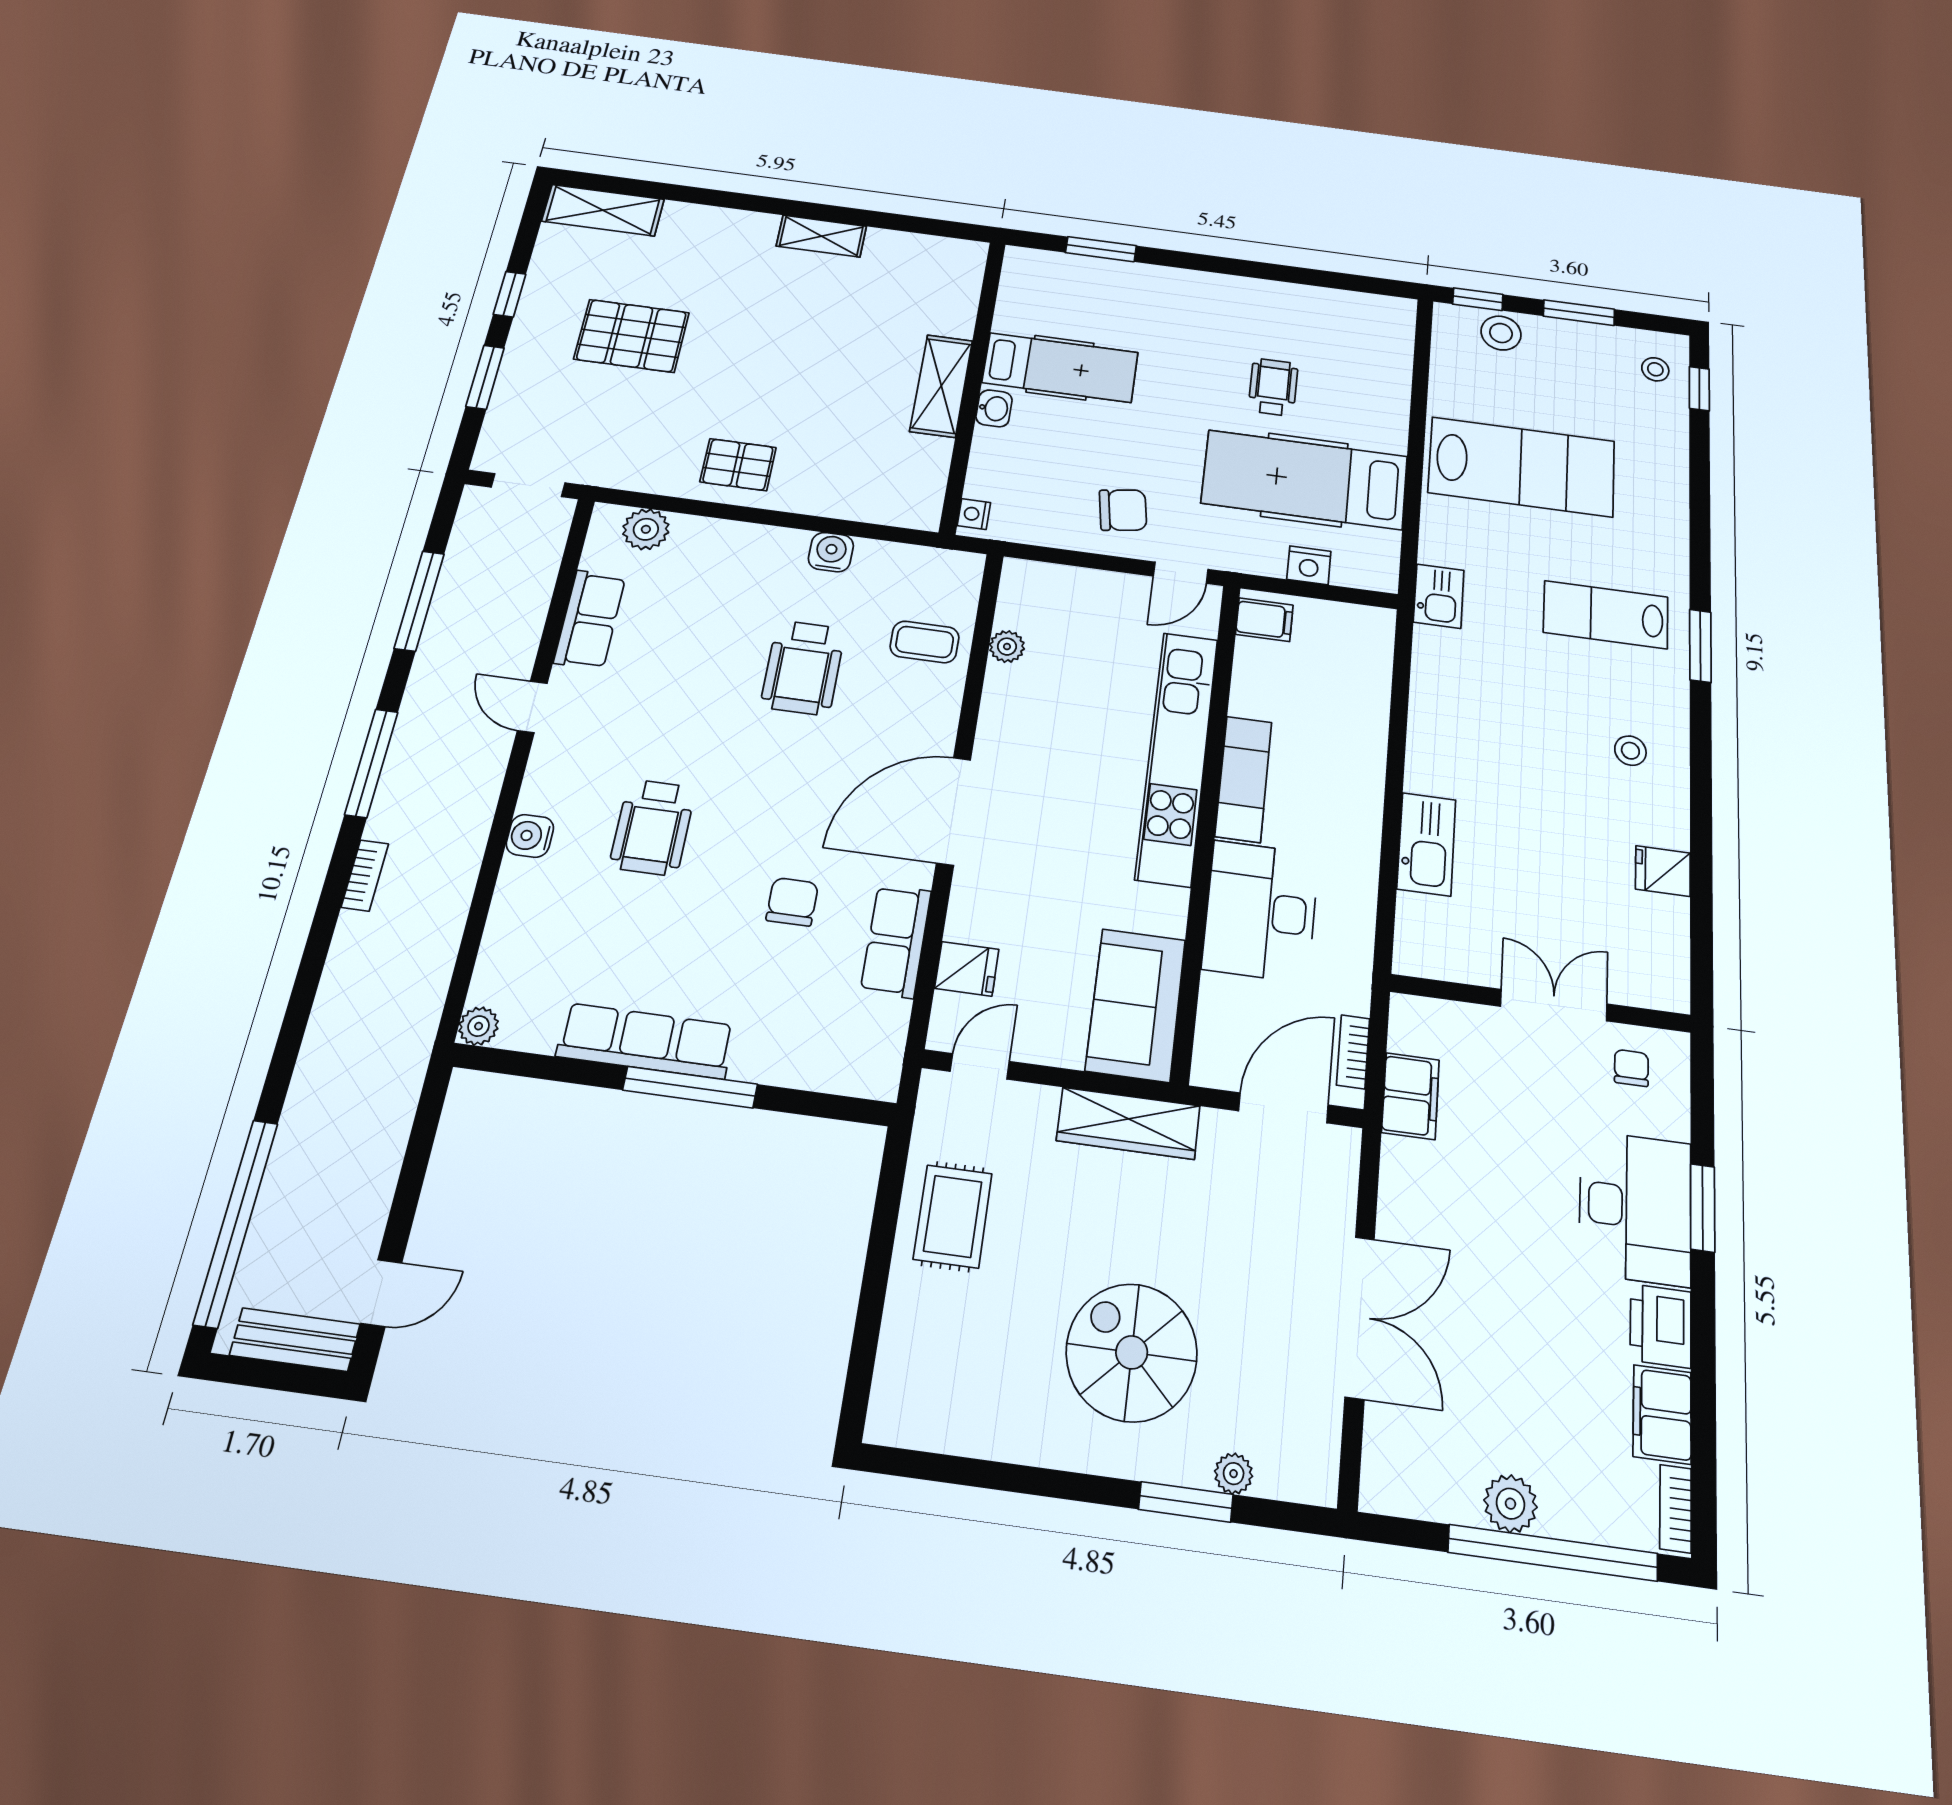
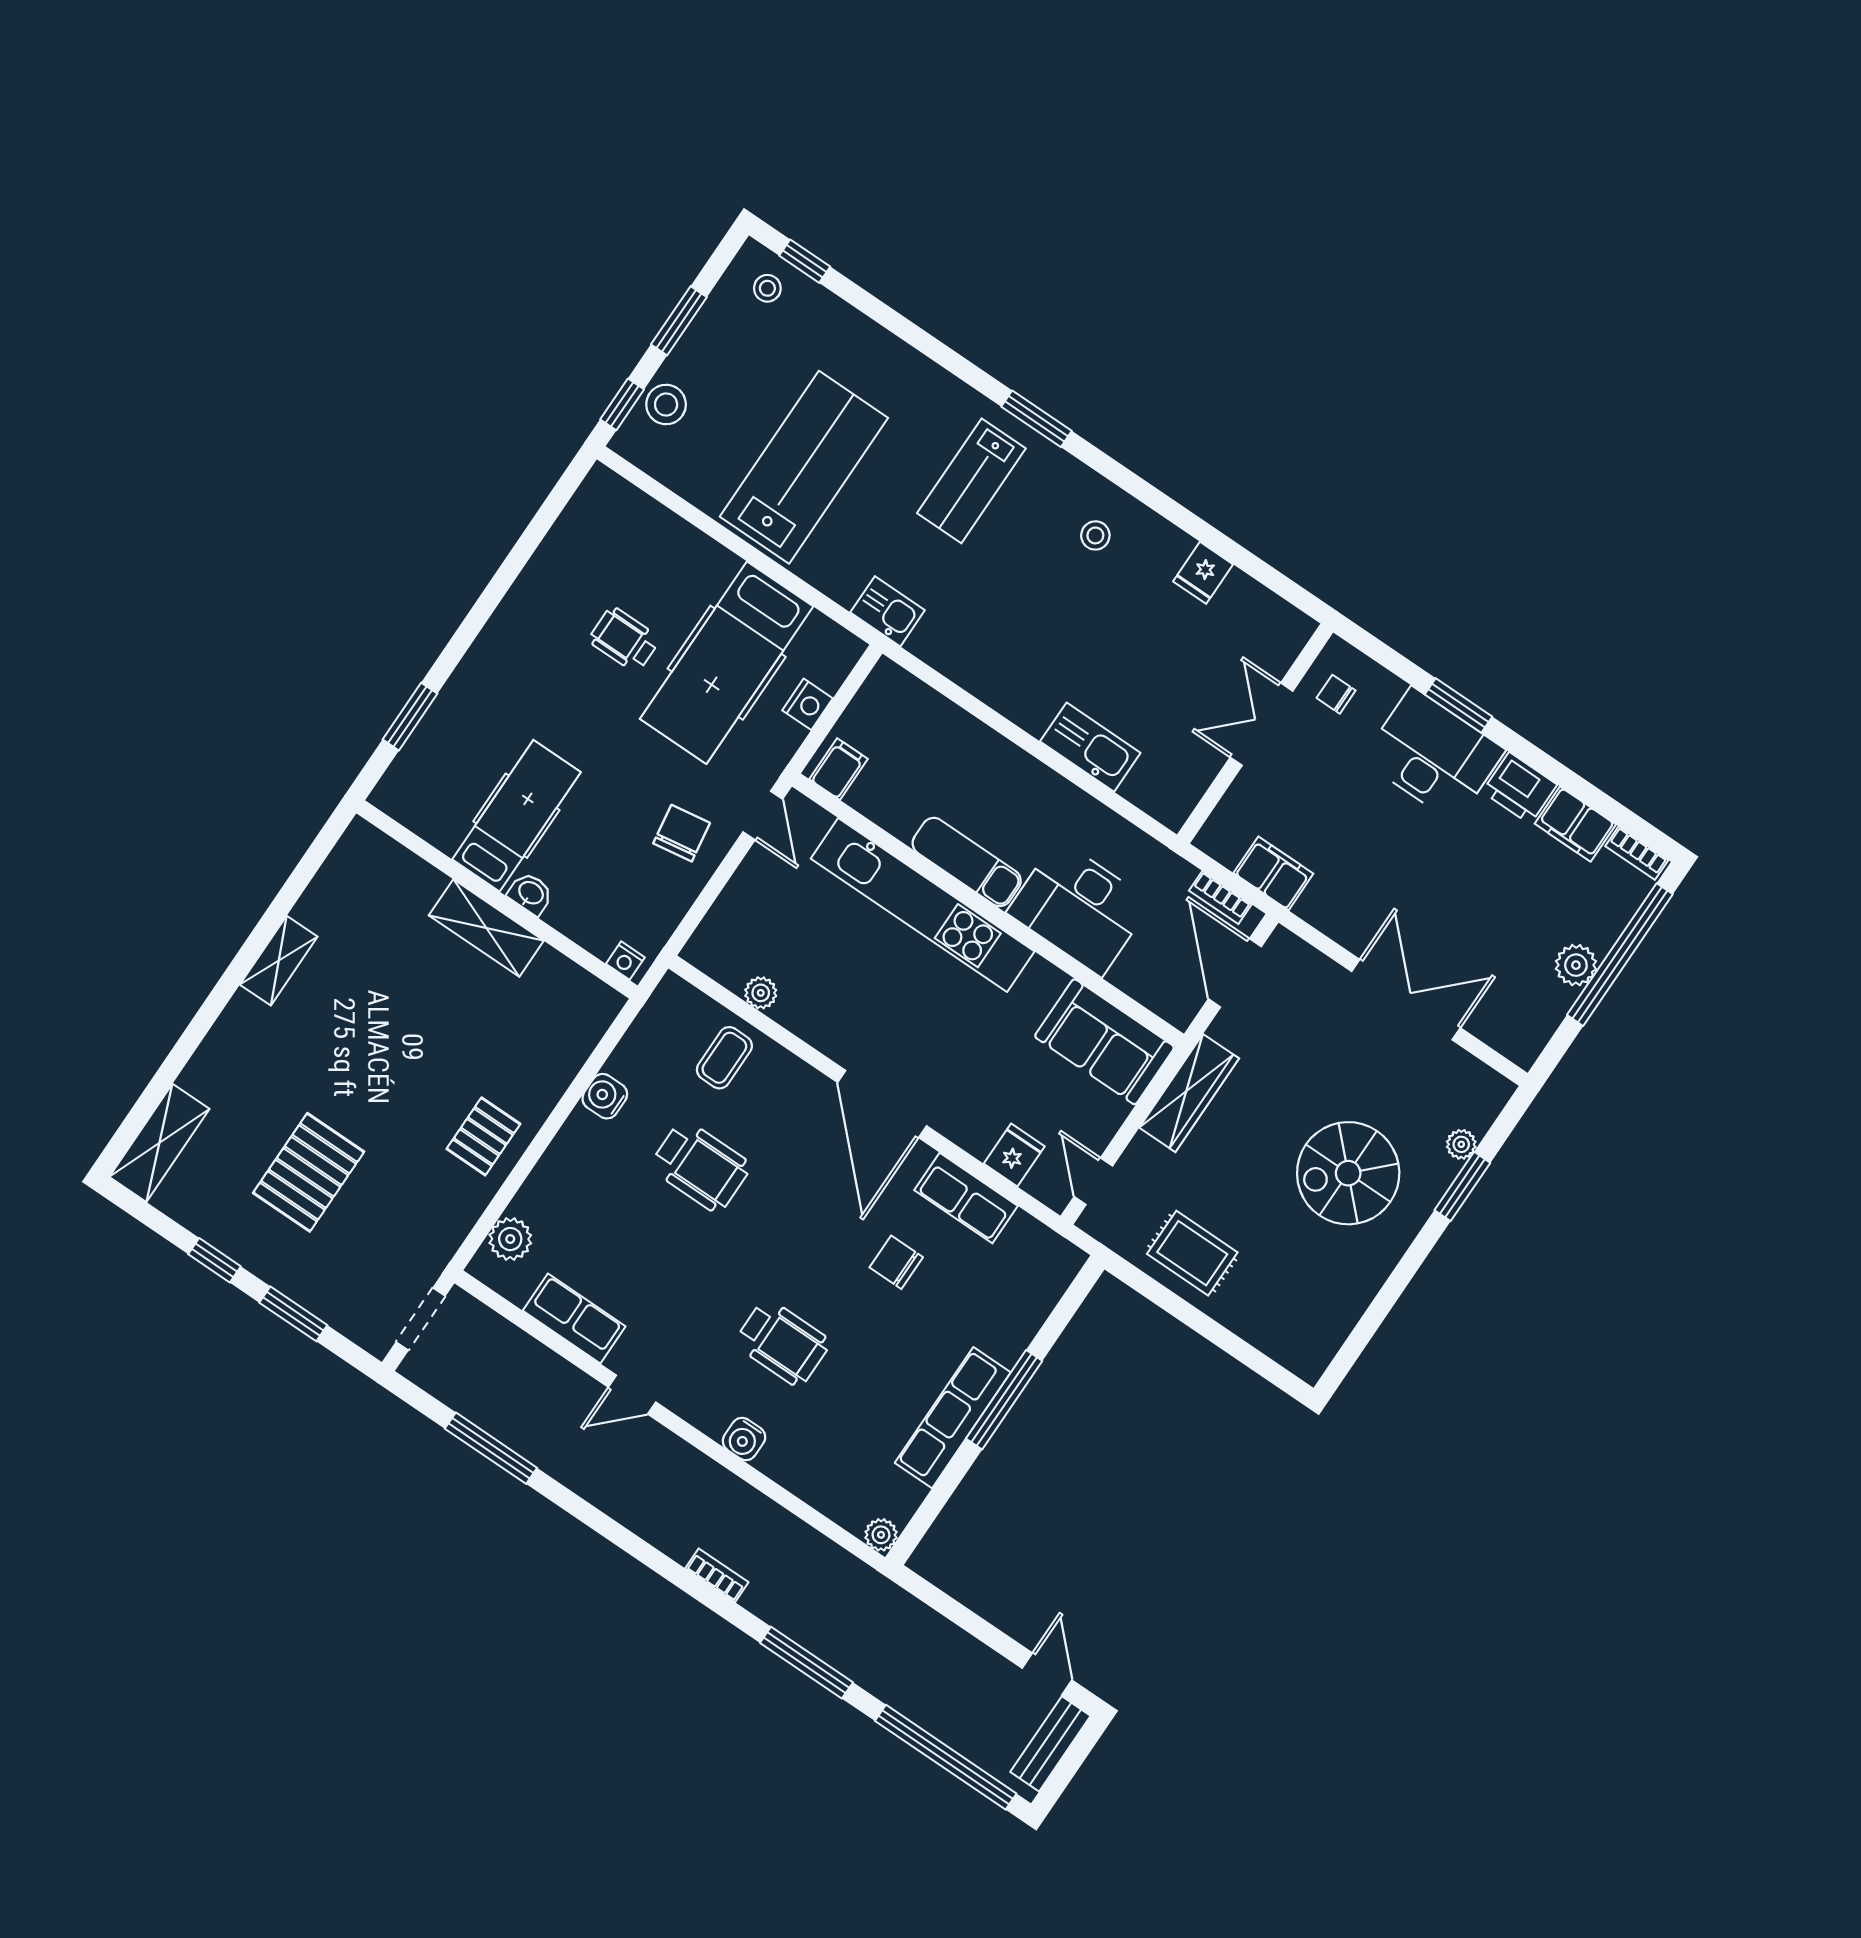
window: (371, 763) -> (806, 1663), moved

